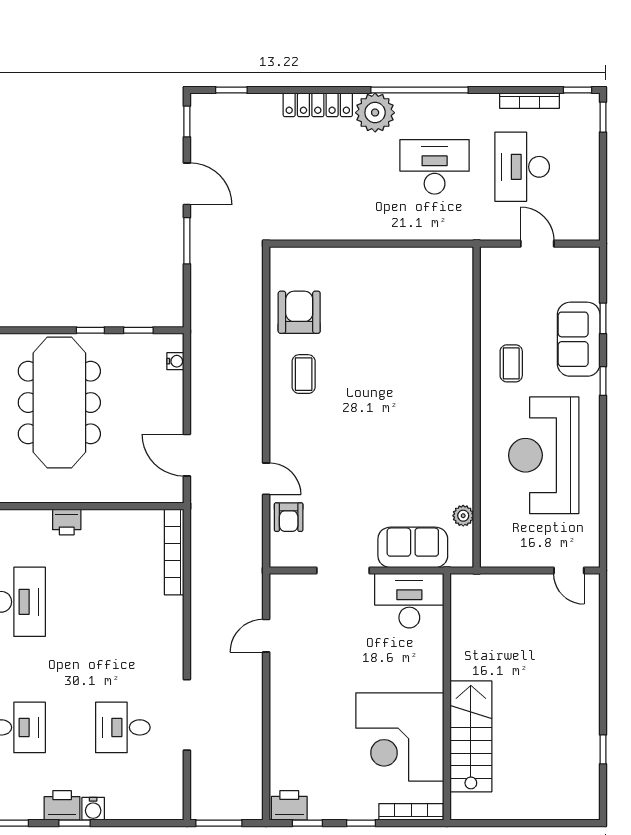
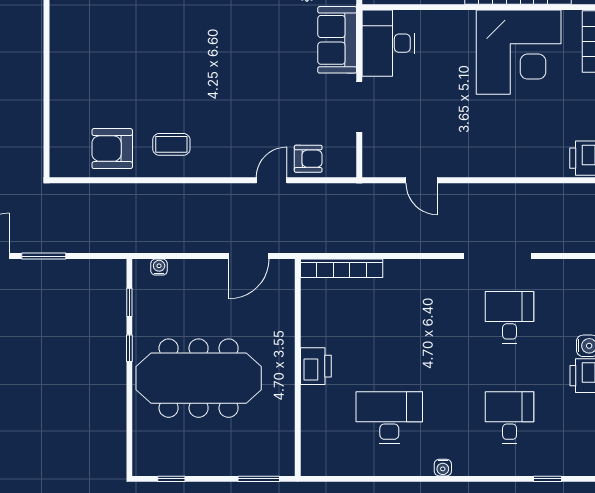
printer: (67, 522) -> (316, 366), width x1.36, depth x1.24
desk: (123, 727) -> (510, 317), turned 180

